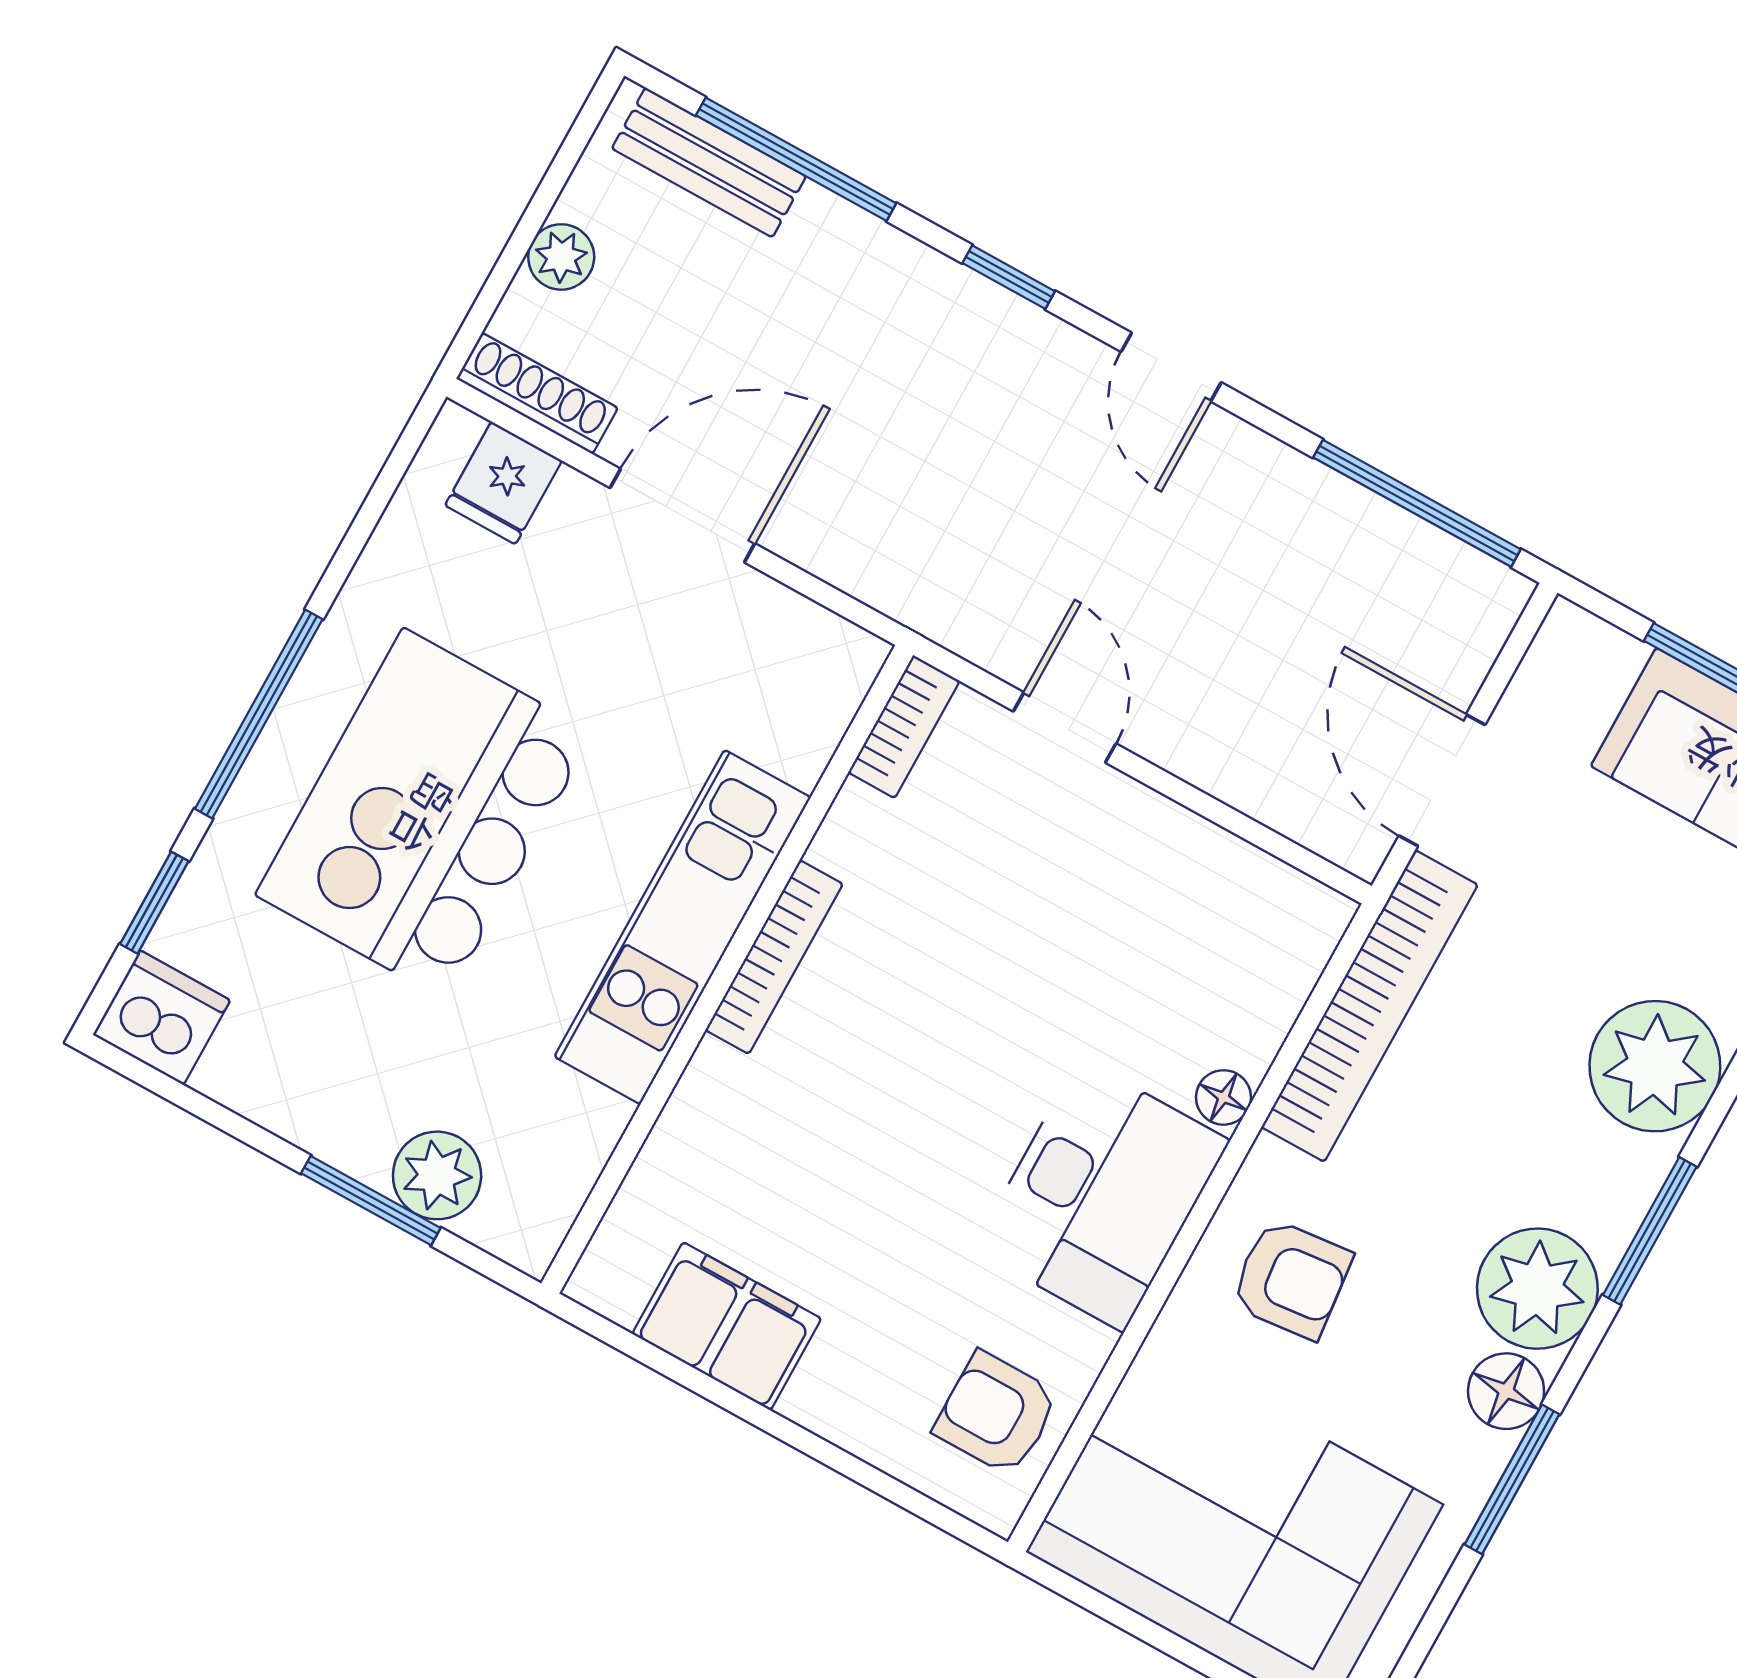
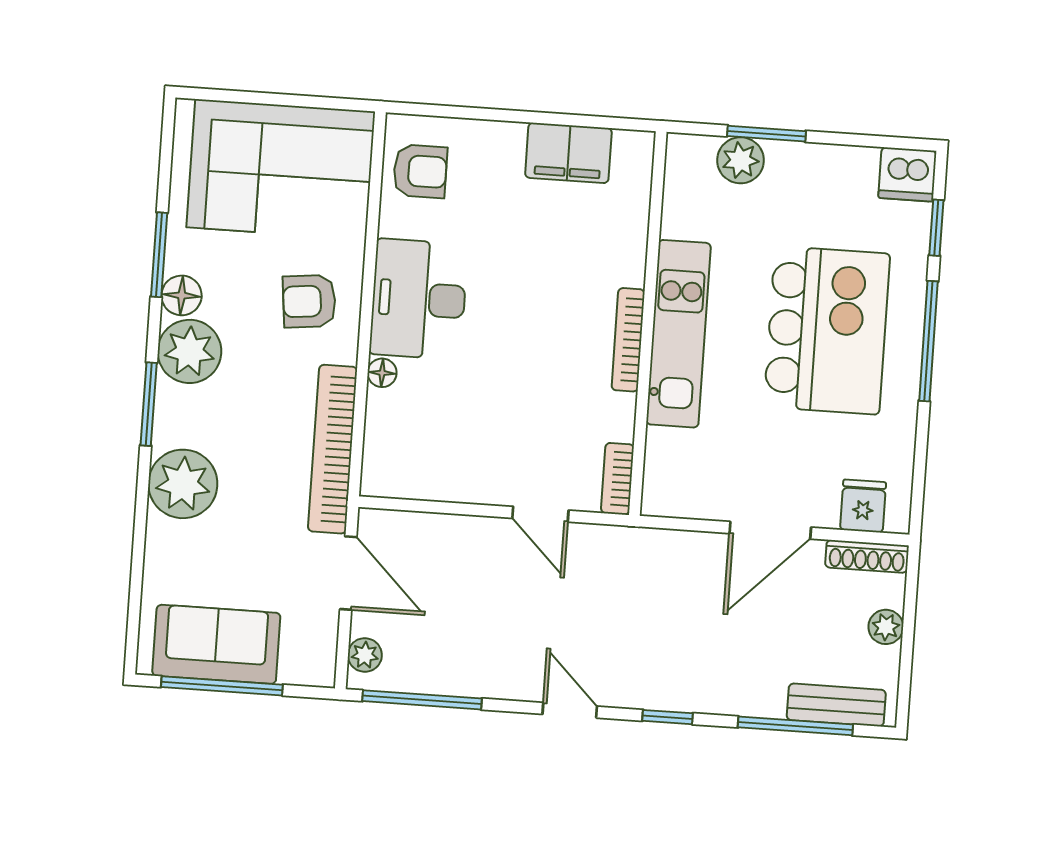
plant: (1479, 626) -> (365, 655), added

